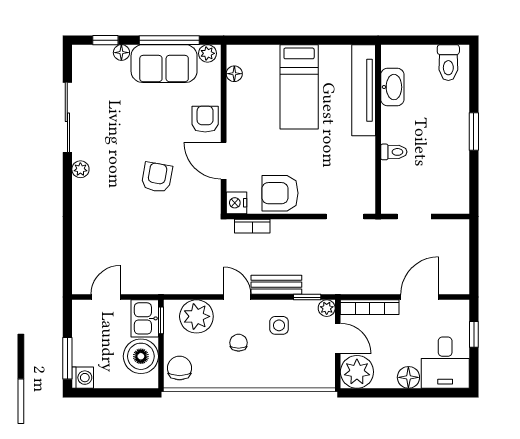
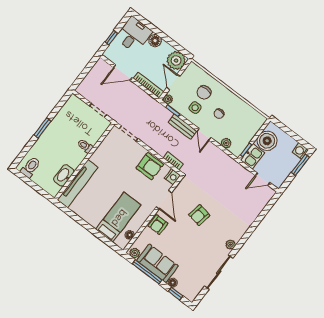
bed: (299, 87) -> (118, 217), moved
plant: (196, 316) -> (226, 143), width x0.53, depth x0.53
chair: (180, 368) -> (204, 92), moved

